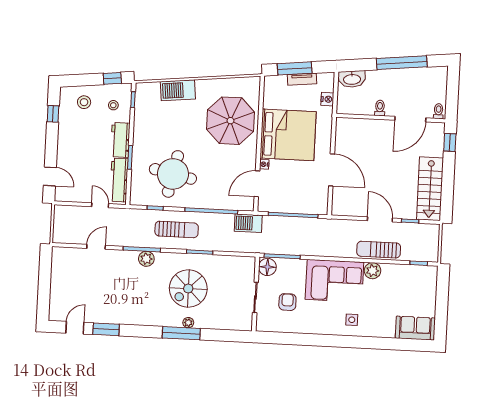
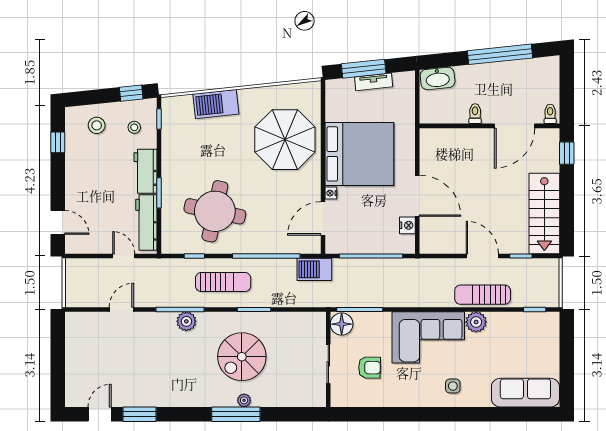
nightstand: (327, 99) -> (407, 225), moved
armchair: (287, 302) -> (369, 368), turned 91
sofa: (415, 328) -> (525, 393), width x1.36

